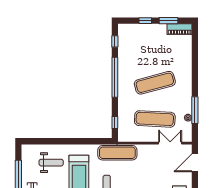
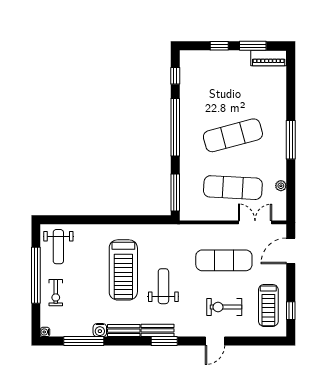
window: (195, 110) -> (291, 140), moved
window: (115, 122) -> (175, 193), width x2.17
exercise mat: (117, 153) -> (224, 260), moved
weight bench: (51, 163) -> (58, 247), moved, turned 90

